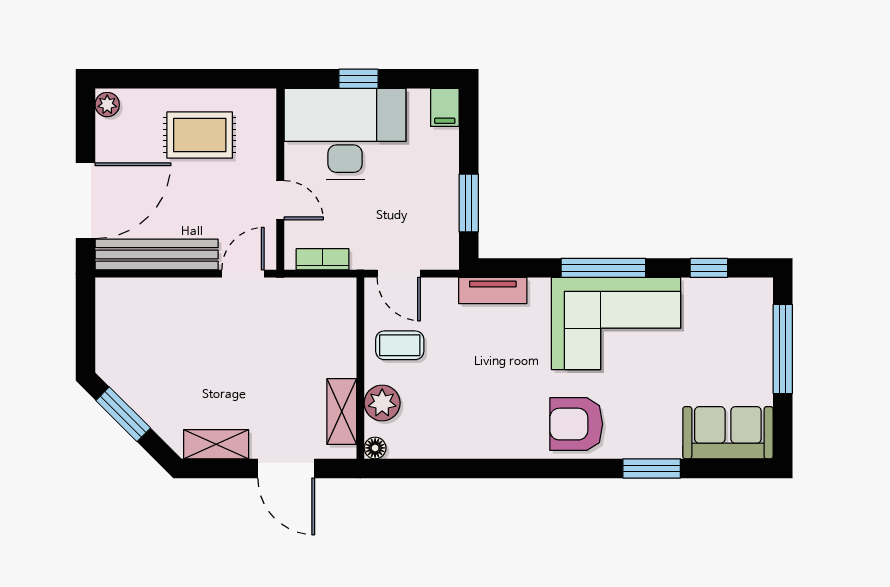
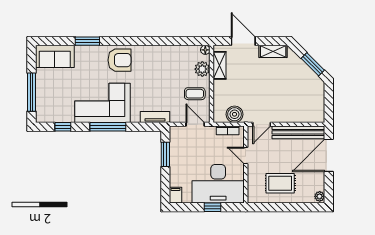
boiler: (307, 297) -> (235, 114), added

